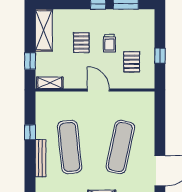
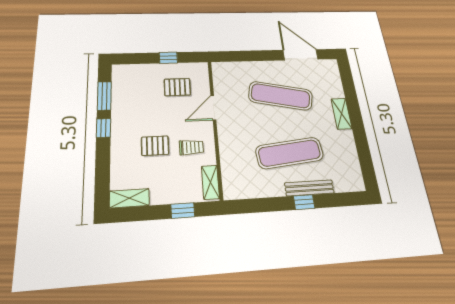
shelving: (44, 30) -> (129, 198), width x0.67, depth x0.75
trolley: (109, 43) -> (191, 147), moved
door: (98, 90) -> (213, 108), moved
window: (30, 132) -> (304, 202), moved

